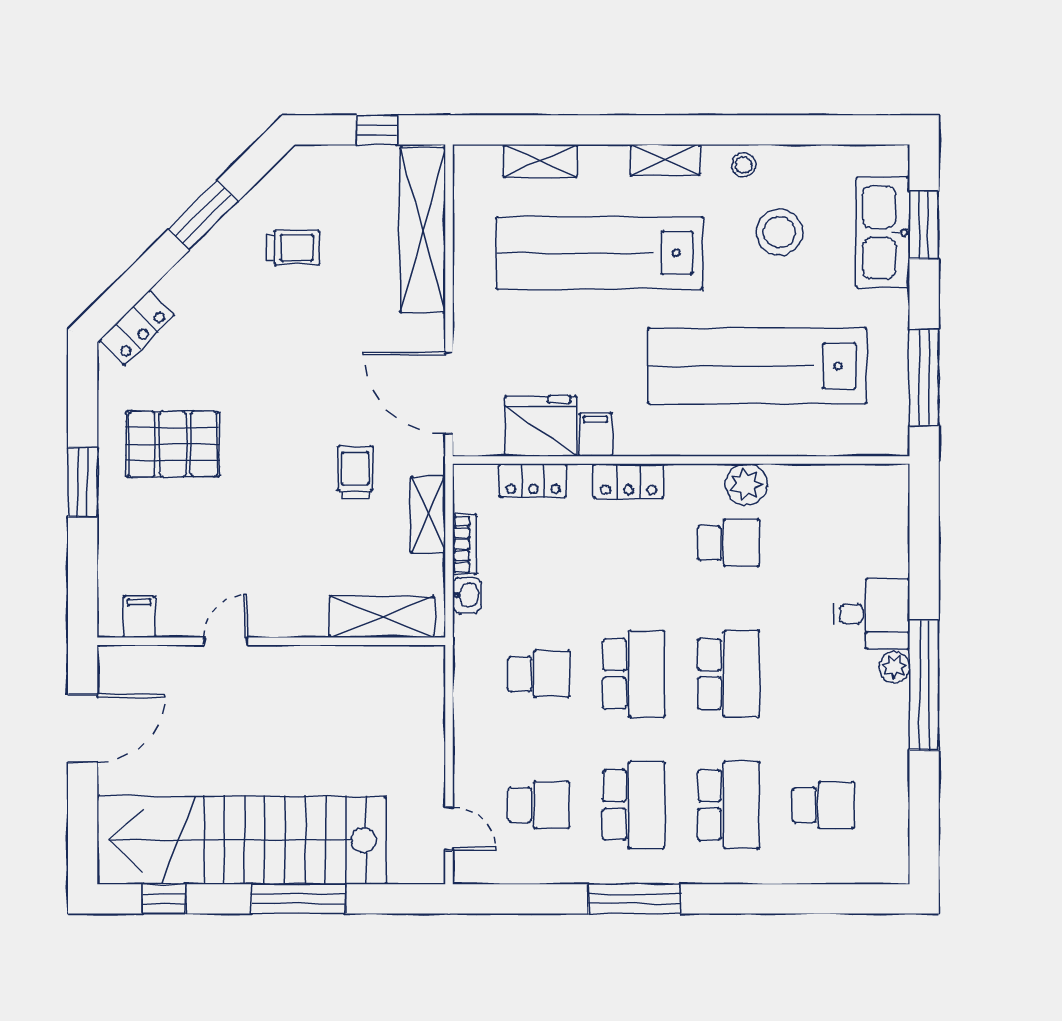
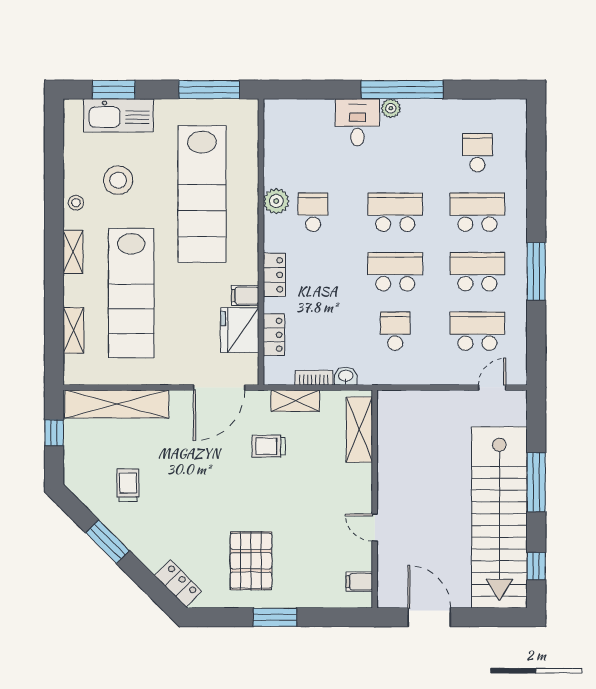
school desk: (539, 805) -> (477, 331), width x1.85

